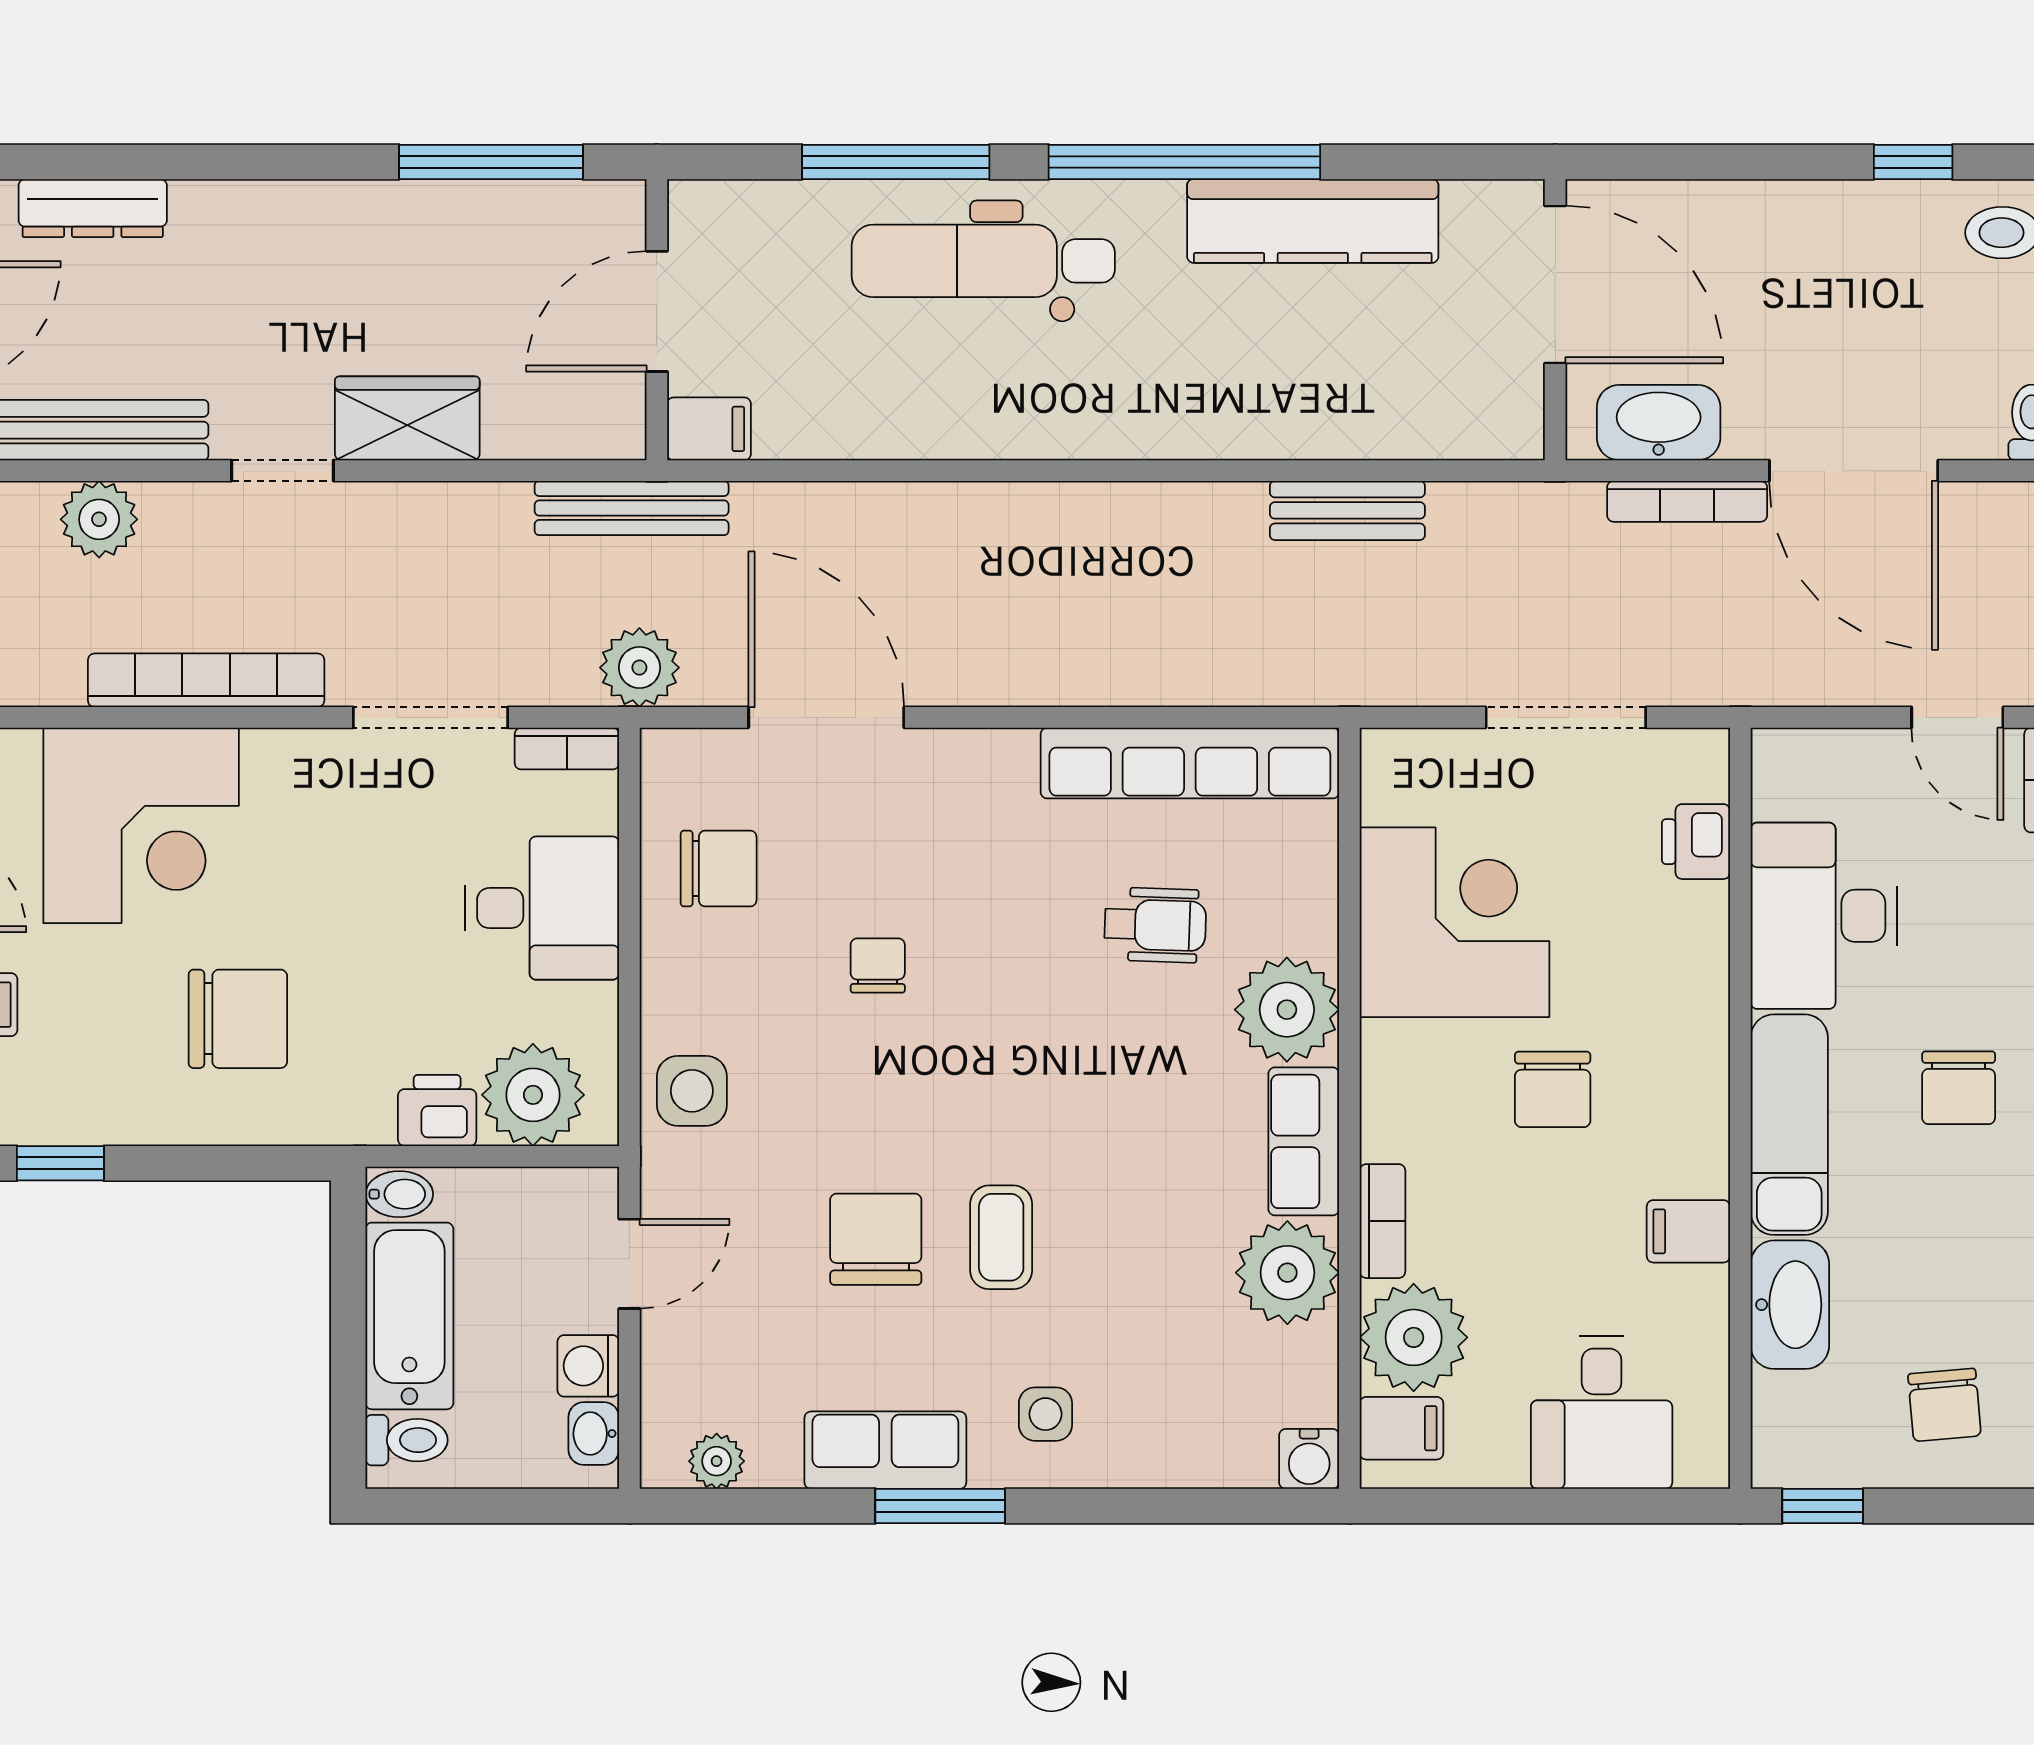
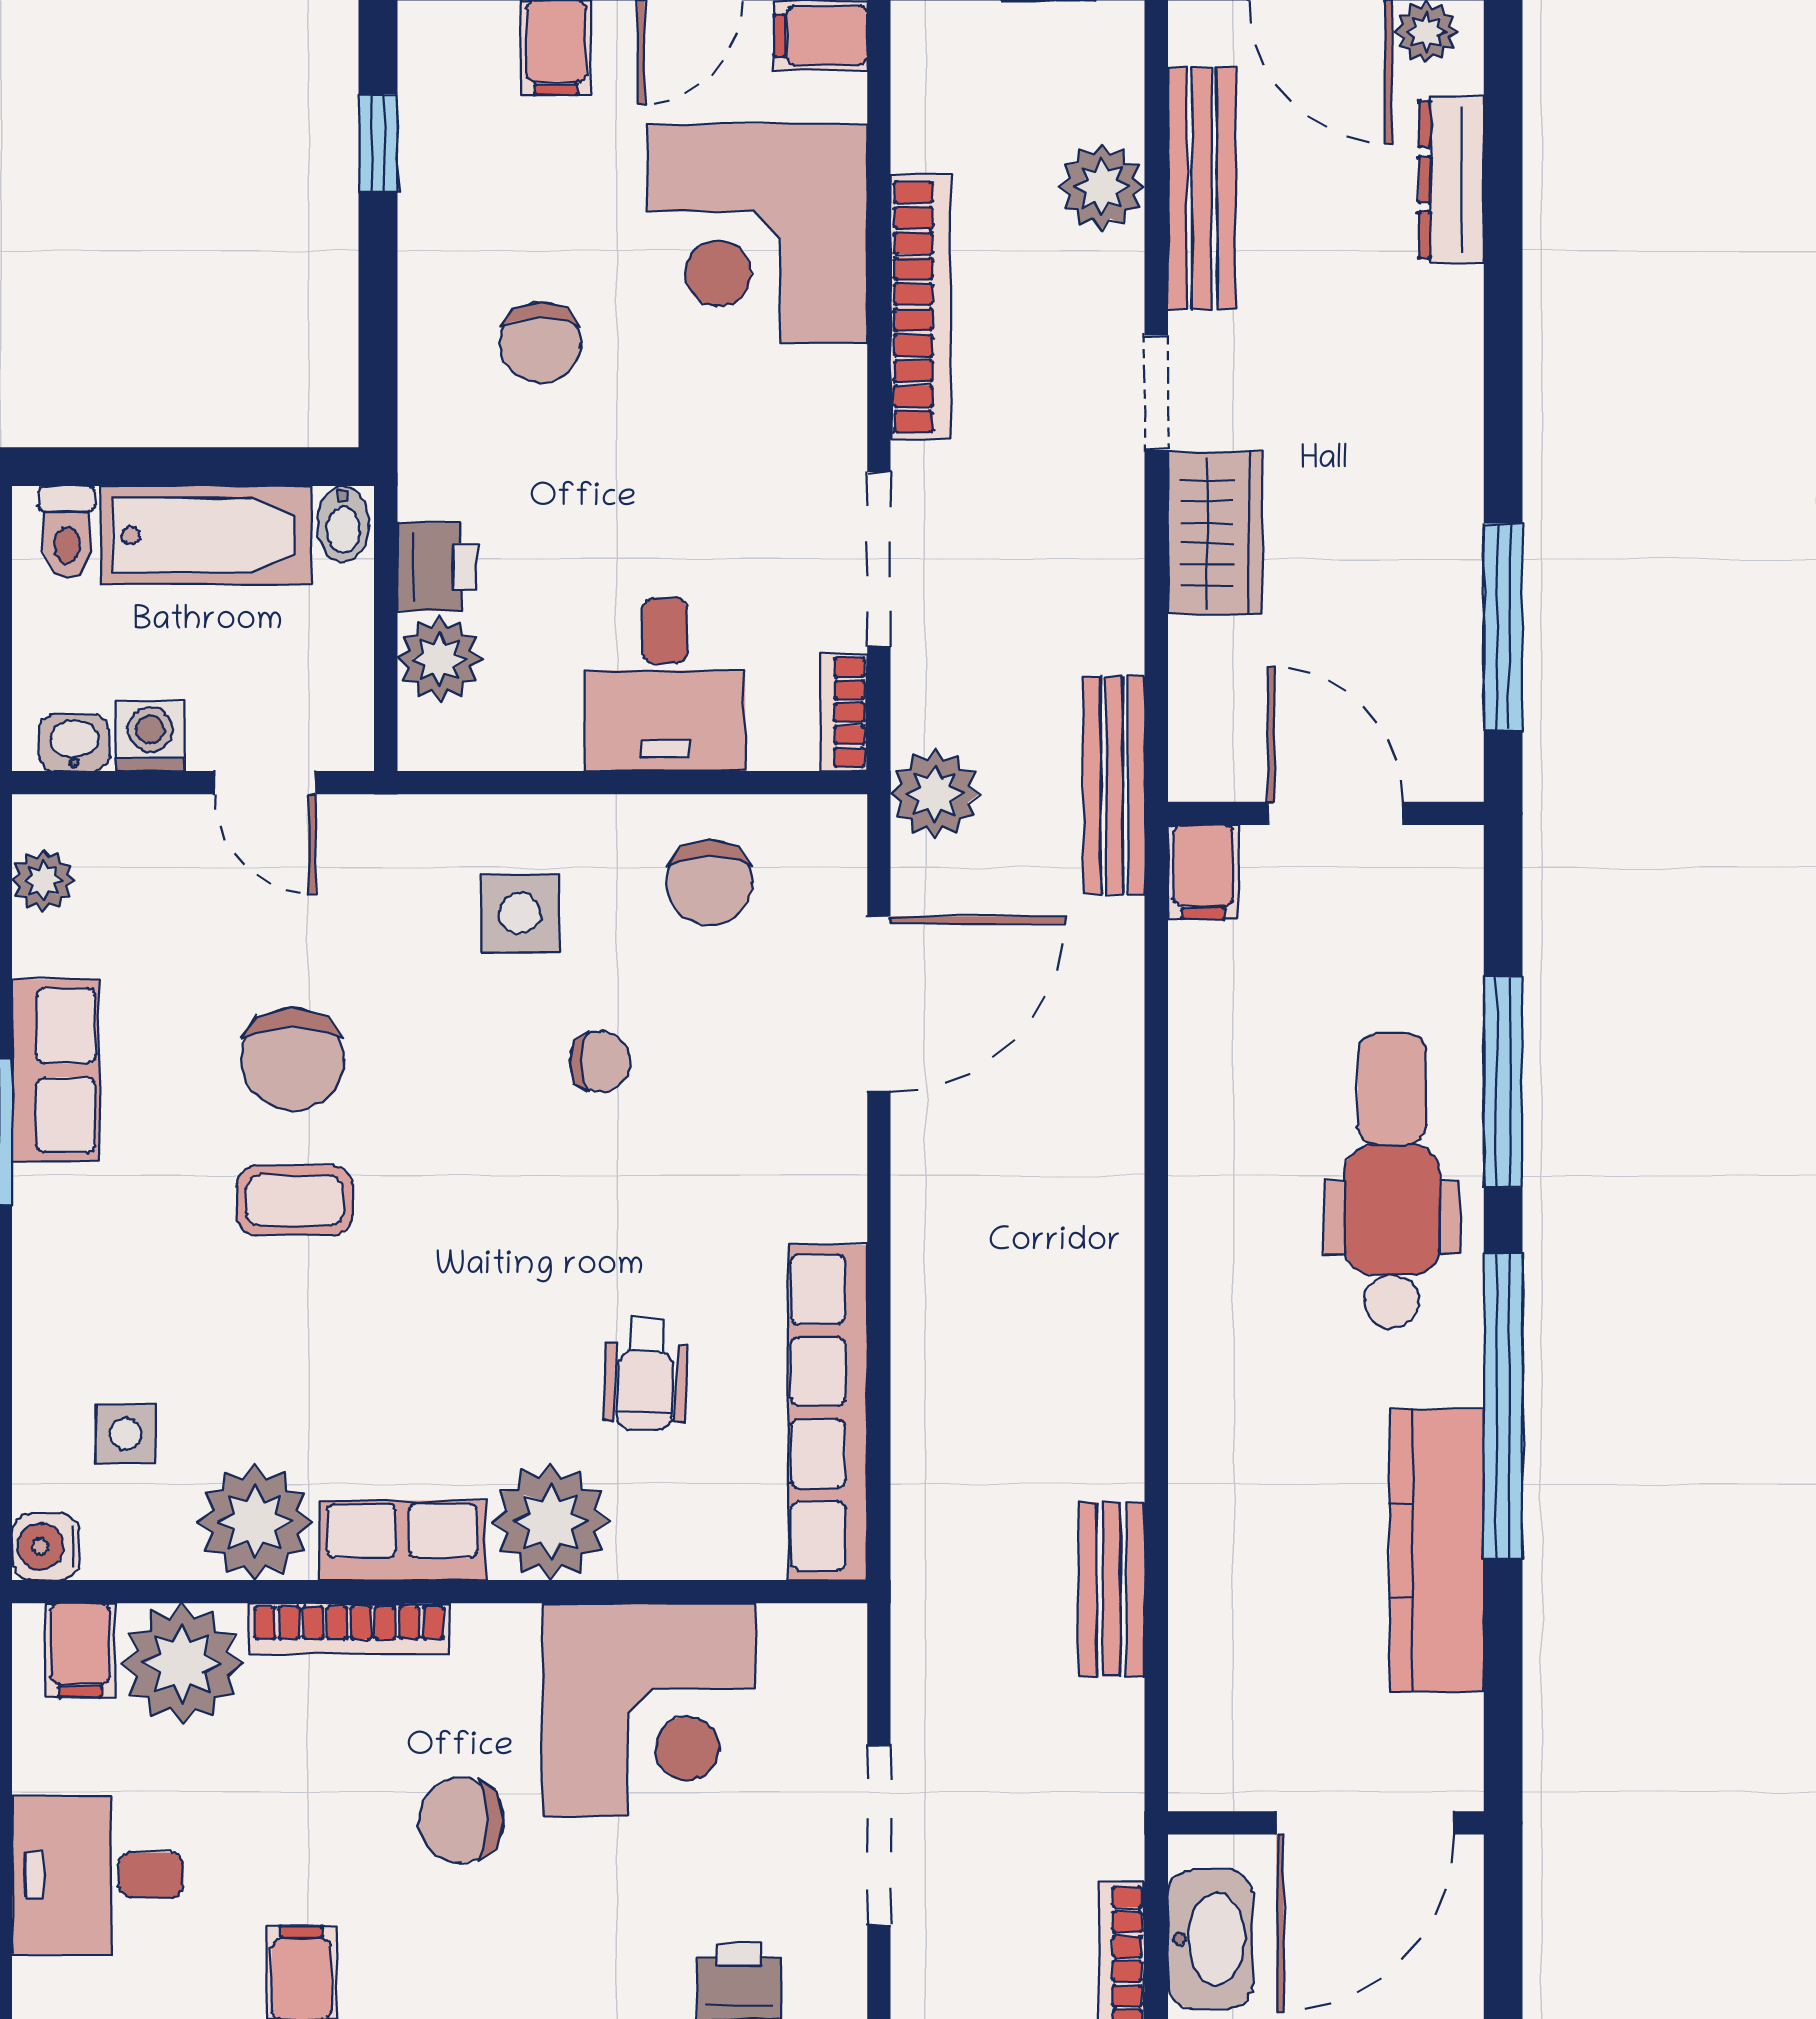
chair: (238, 1019) -> (540, 343), width x0.73, depth x0.73
side table: (692, 1091) -> (520, 913), moved
plant: (533, 1095) -> (439, 659), width x0.73, depth x0.73
bookcase: (1383, 1221) -> (349, 1629), width x1.56
chair: (876, 1239) -> (292, 1059), turned 90
side table: (1045, 1414) -> (126, 1434), moved

